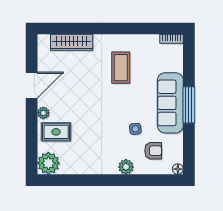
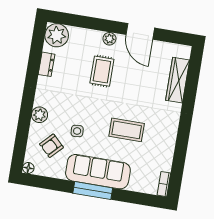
coffee table: (121, 68) -> (127, 130), moved
rug: (56, 132) -> (102, 71), moved
armchair: (153, 151) -> (51, 146), turned 44
dresser: (77, 168) -> (47, 64), added

